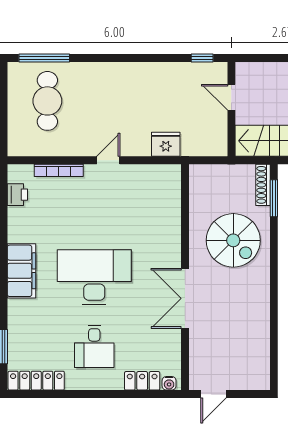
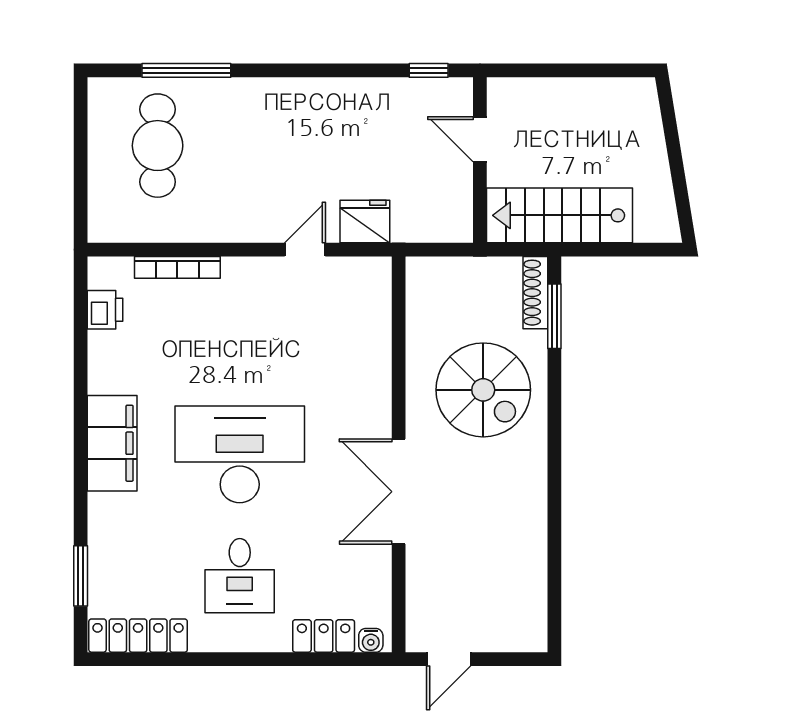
window: (44, 58) -> (186, 70), moved
door: (108, 160) -> (305, 250), moved

